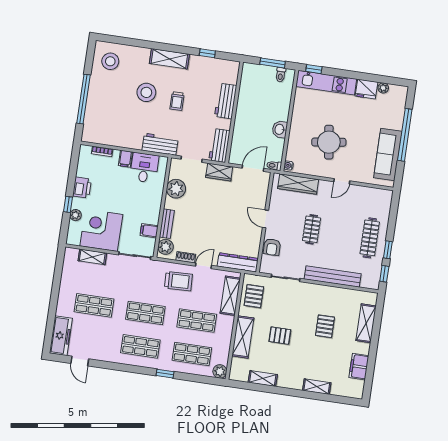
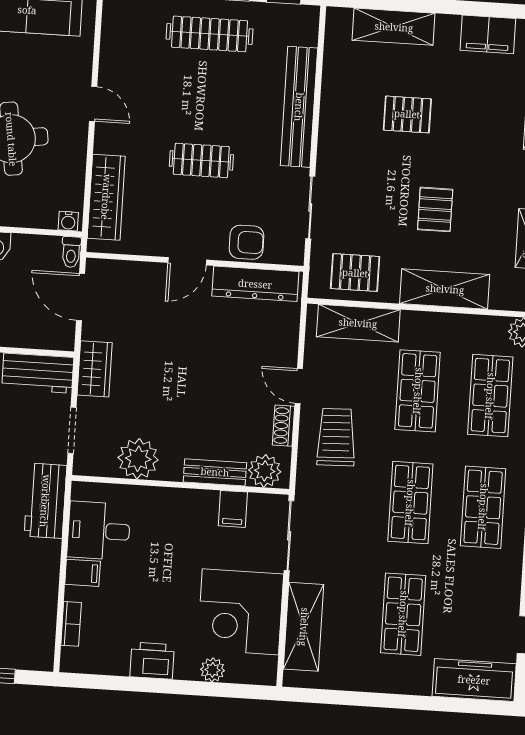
window: (68, 204) -> (191, 688), removed
shelving: (92, 257) -> (304, 627), width x1.50, depth x1.33
dresser: (238, 262) -> (255, 284), moved, turned -90

